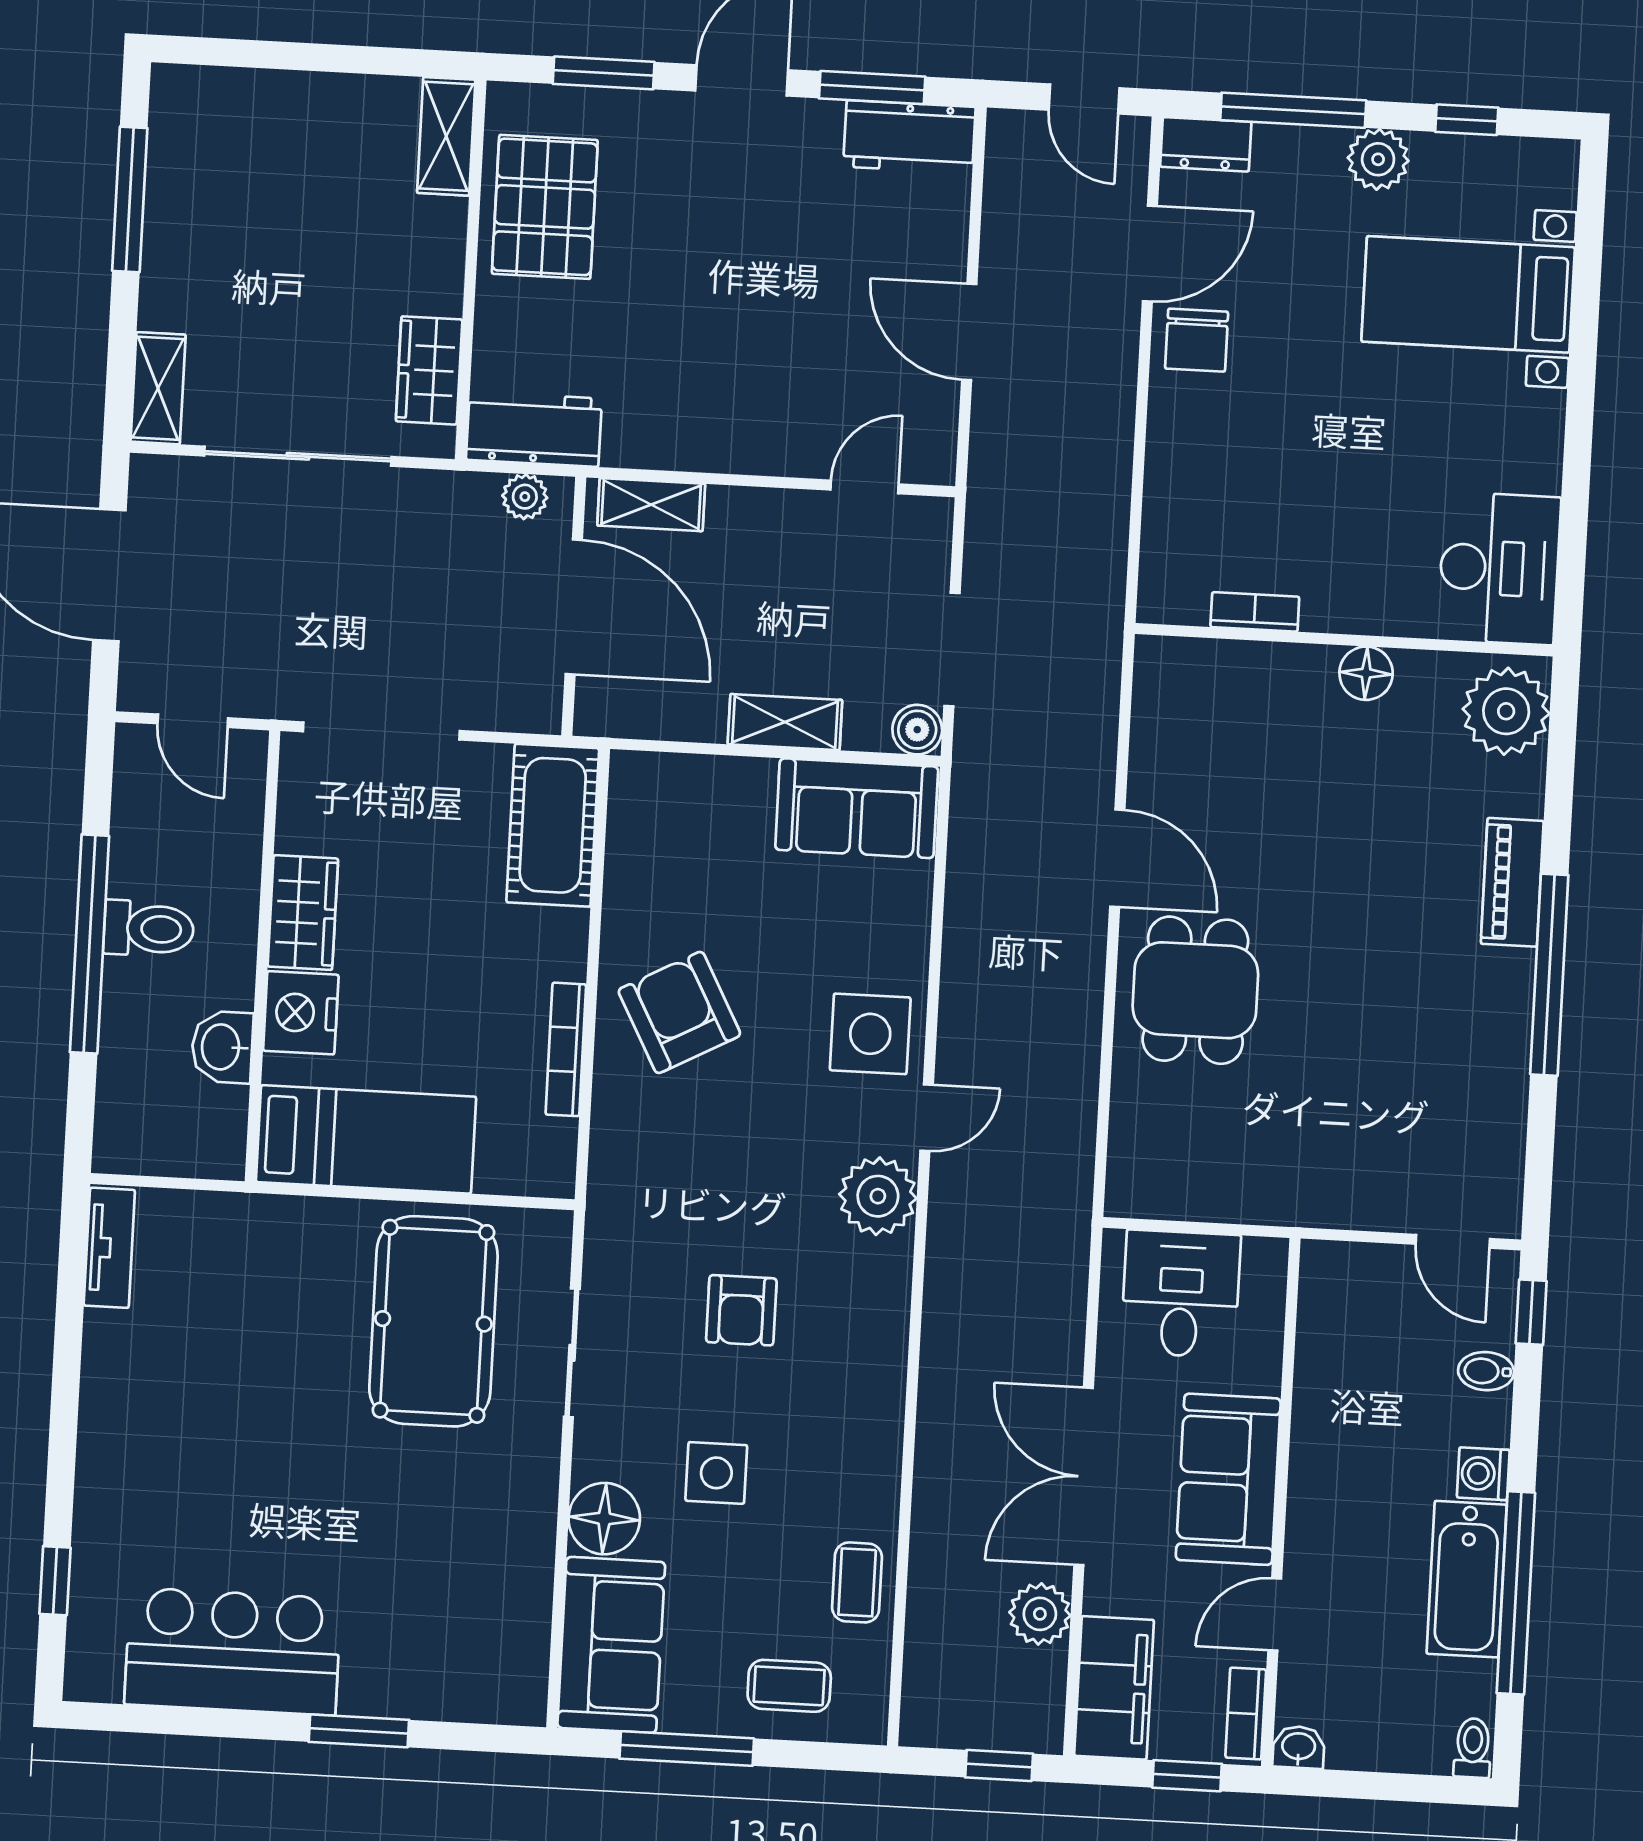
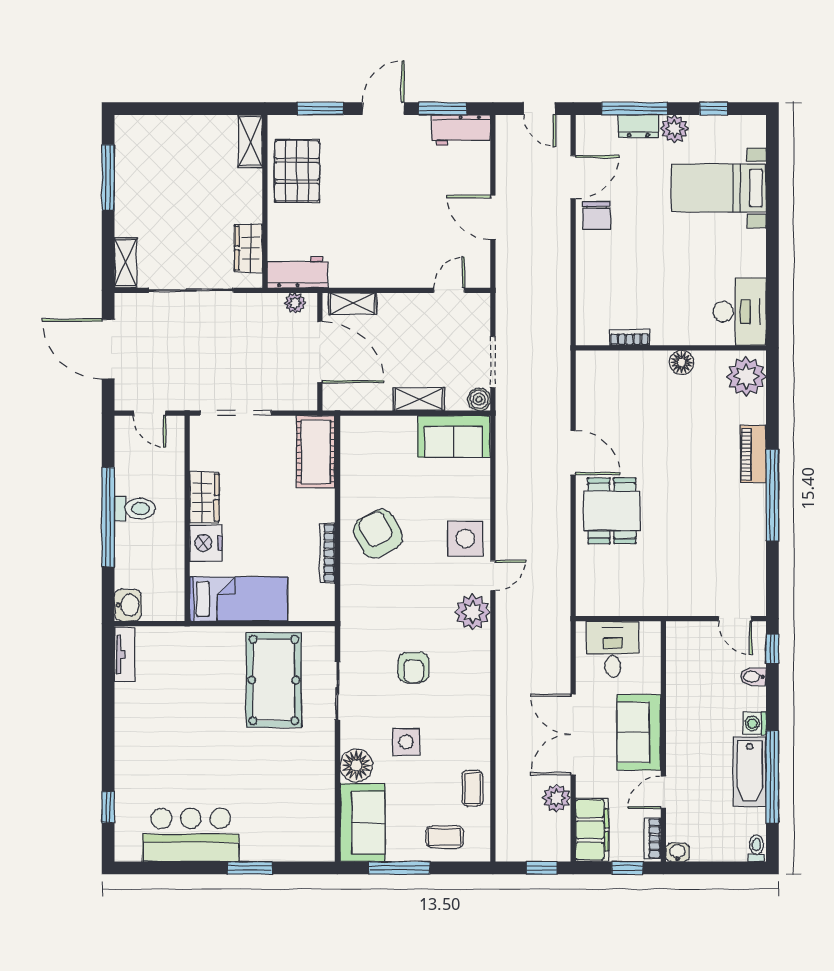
dresser: (1206, 144) -> (638, 126), moved
washbasin: (222, 1047) -> (128, 605), moved, turned 180

